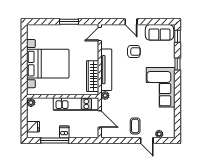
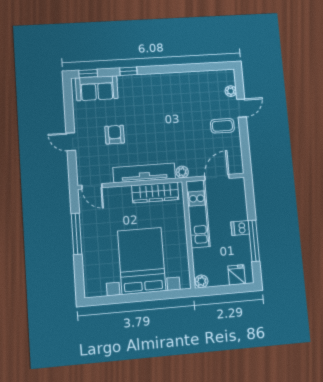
window: (69, 22) -> (76, 234), width x1.44
door: (131, 22) -> (71, 142), swing flipped
sofa: (159, 32) -> (97, 88), moved, turned 90
corner sofa: (161, 87) -> (164, 93), removed

